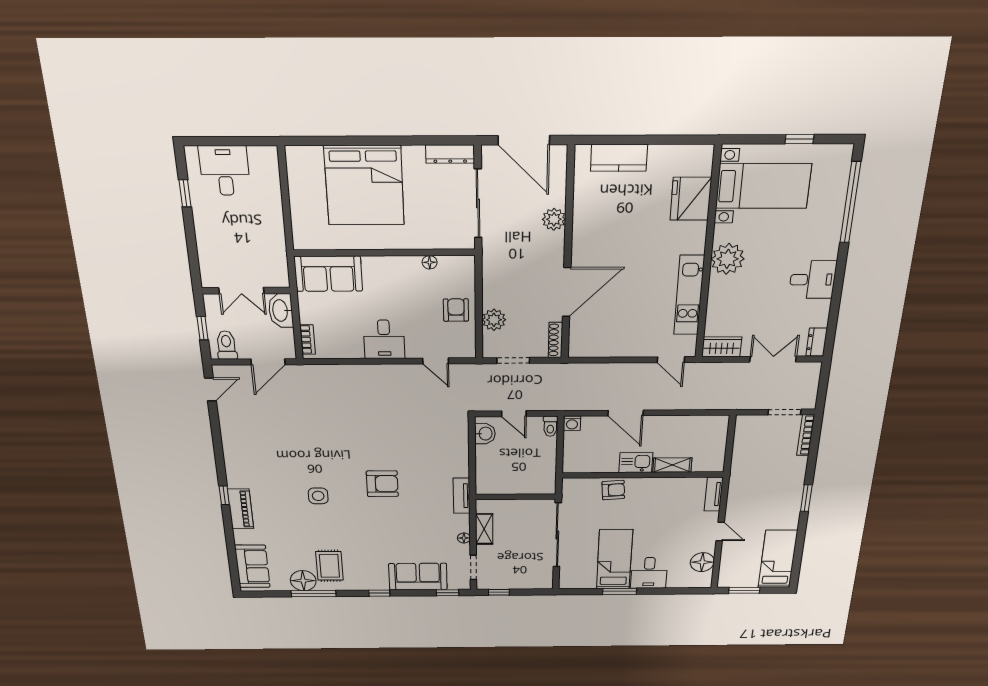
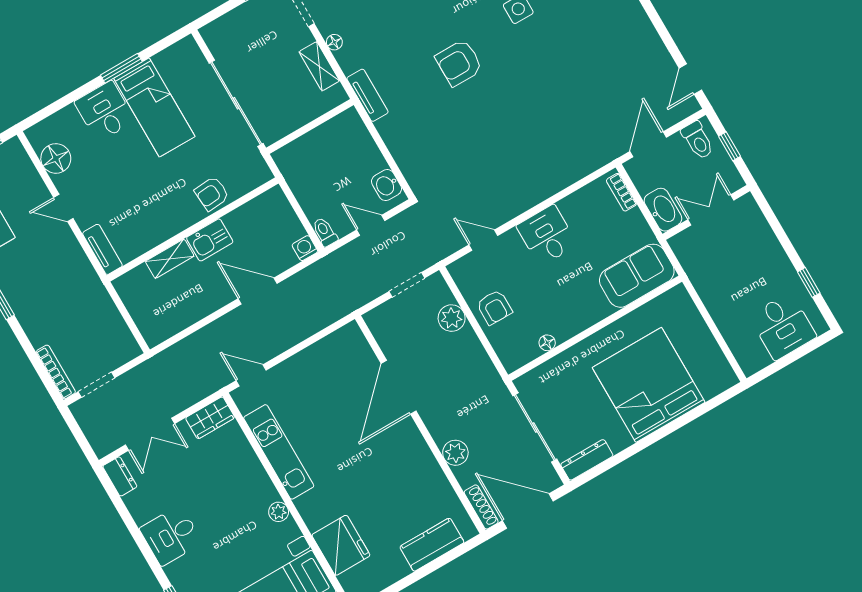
plant: (728, 259) -> (279, 512), width x0.53, depth x0.53
shoe rack: (555, 340) -> (481, 507), moved

